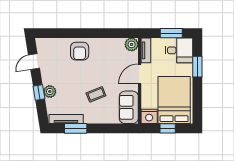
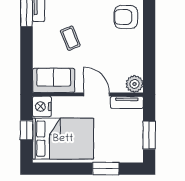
desk: (179, 50) -> (127, 145), removed

